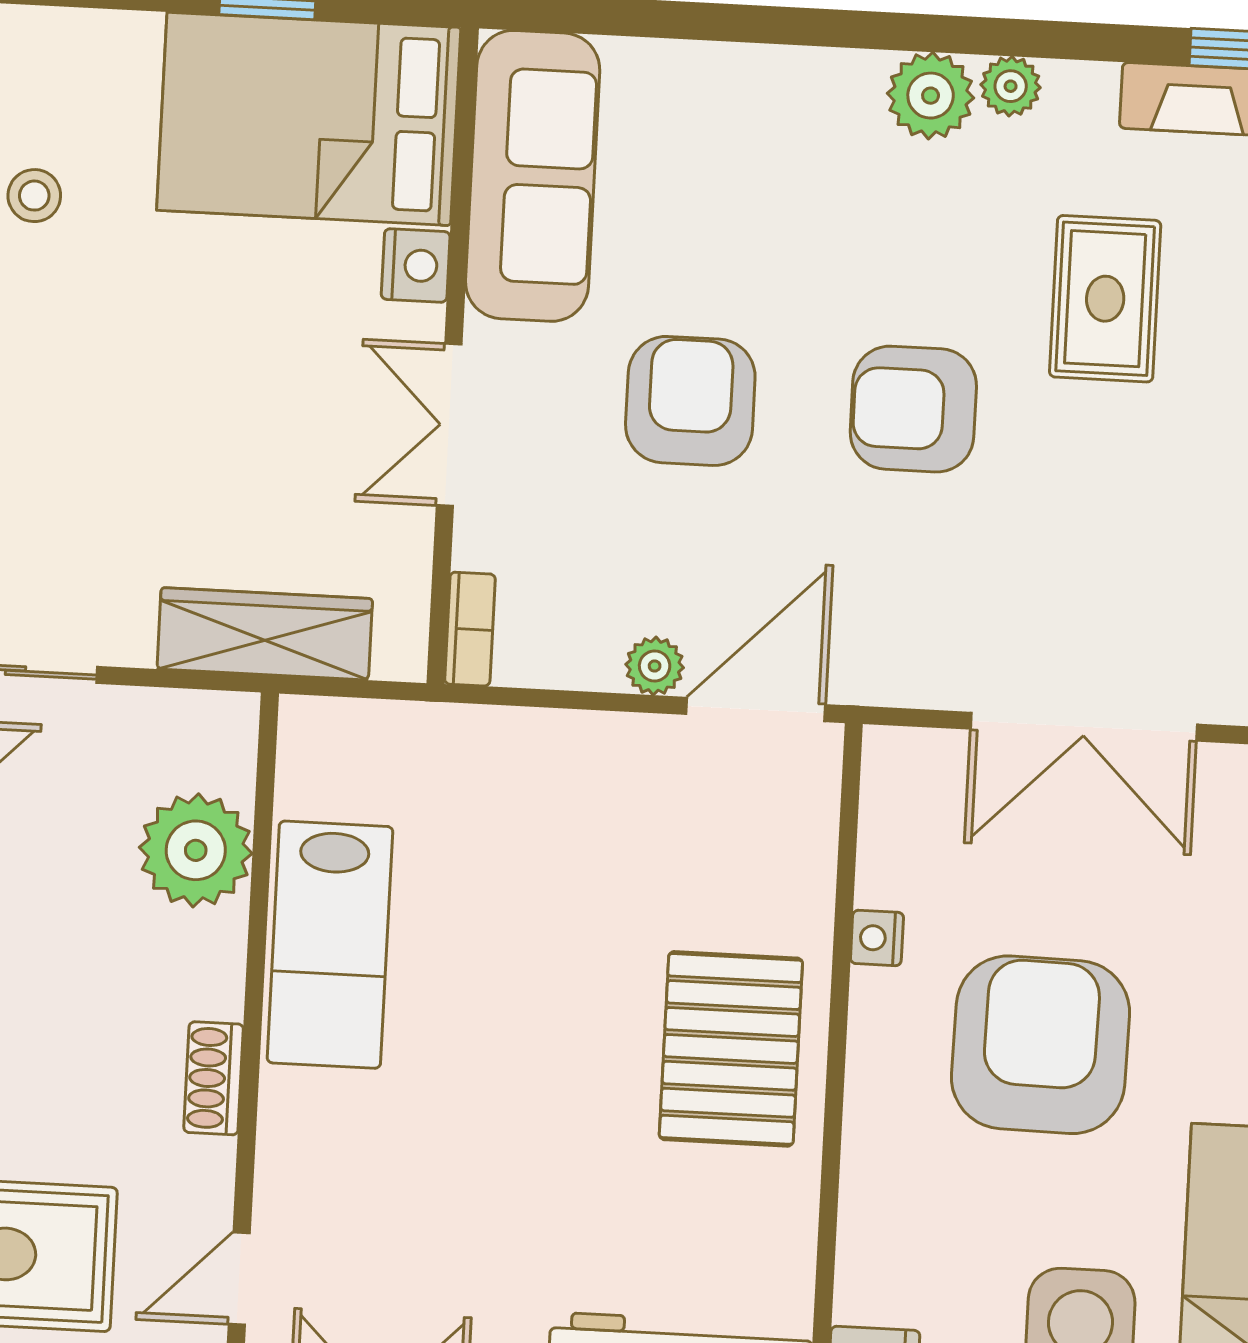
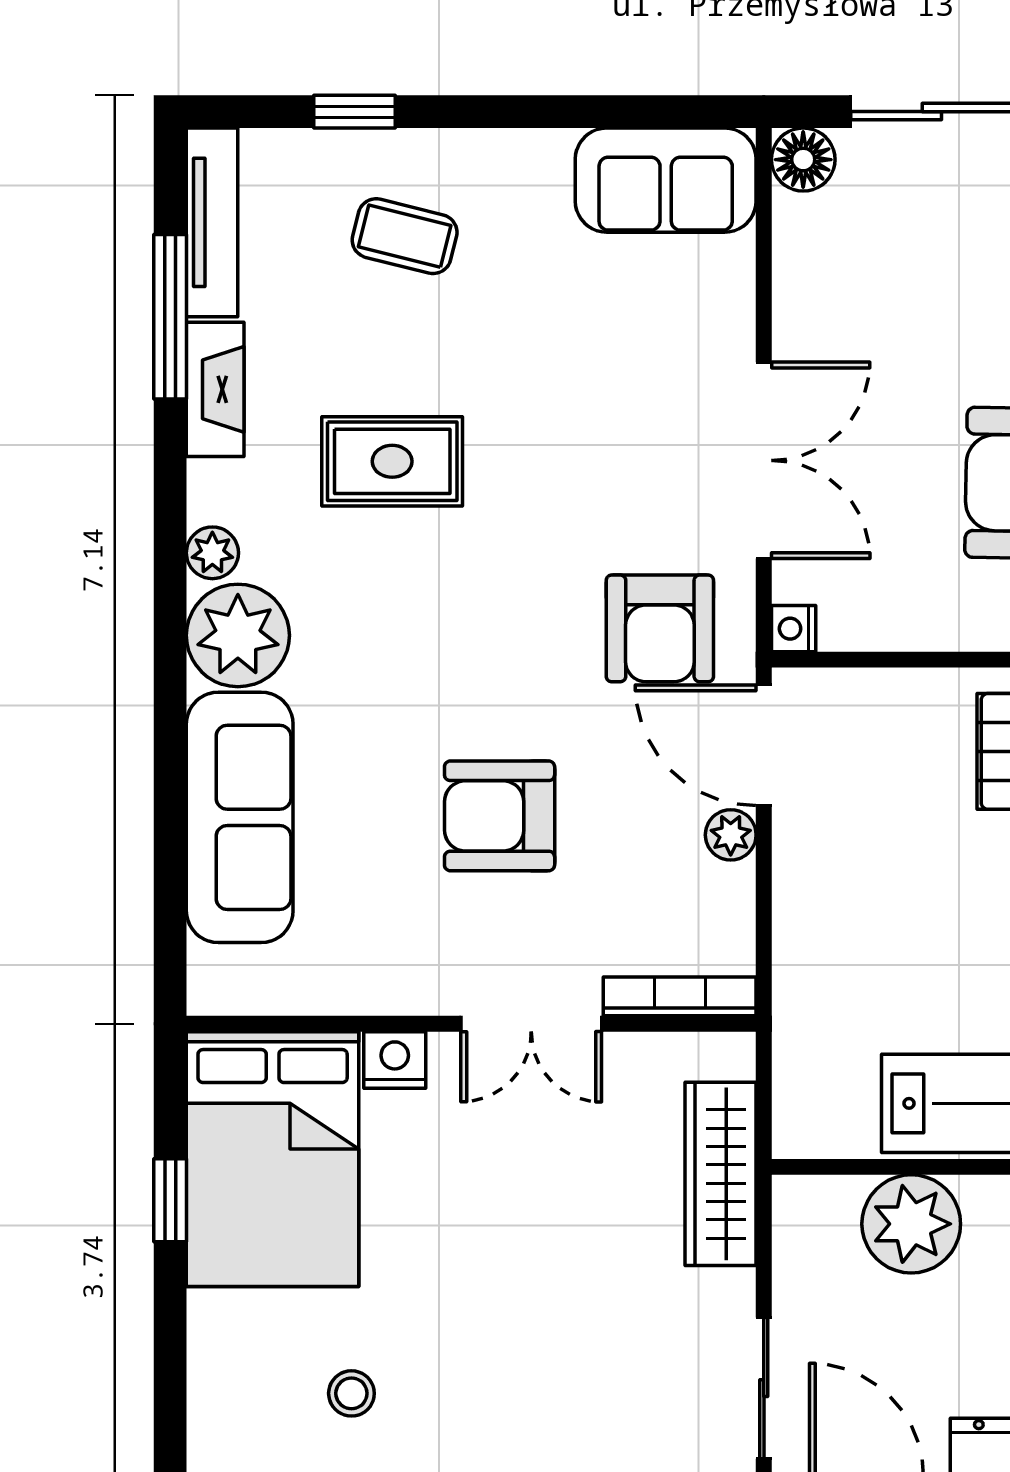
plant: (931, 96) -> (238, 635), width x1.36, depth x1.36
sofa: (533, 176) -> (240, 817), moved, turned 90
armchair: (913, 409) -> (660, 628), moved
bookcase: (470, 629) -> (680, 996), width x1.56
nightstand: (877, 938) -> (794, 629), moved, turned 90

